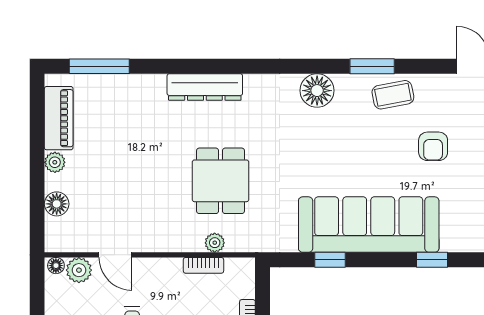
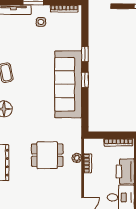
armchair: (433, 146) -> (31, 53), removed
window: (330, 260) -> (85, 80), moved

